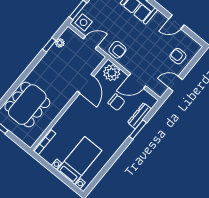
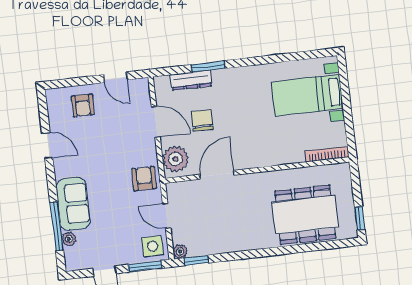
plant: (60, 43) -> (180, 251), moved
window: (49, 45) -> (196, 260), moved

